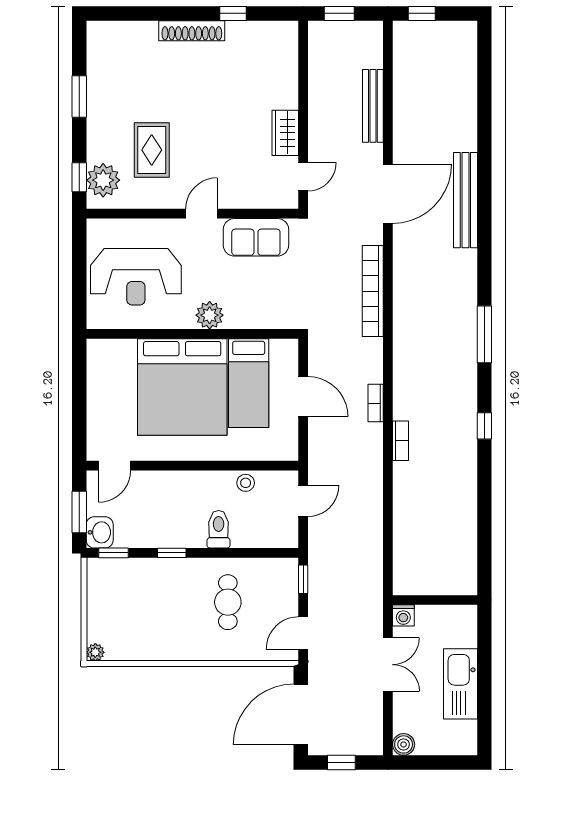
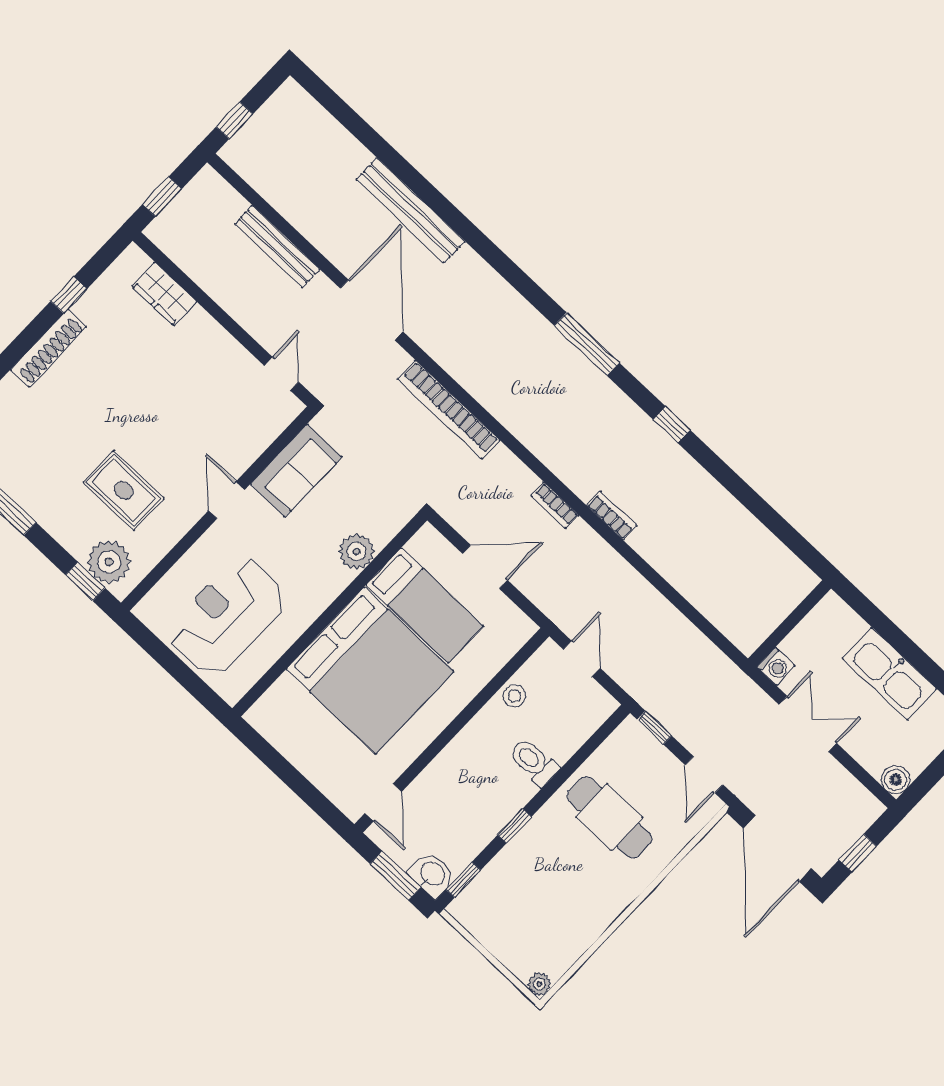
wardrobe: (285, 133) -> (164, 294), moved
bench: (465, 200) -> (411, 210), moved
reception desk: (136, 277) -> (227, 616), turned 180
plant: (210, 315) -> (357, 551), moved
cafe table: (228, 602) -> (609, 817), width x1.37, depth x1.35

